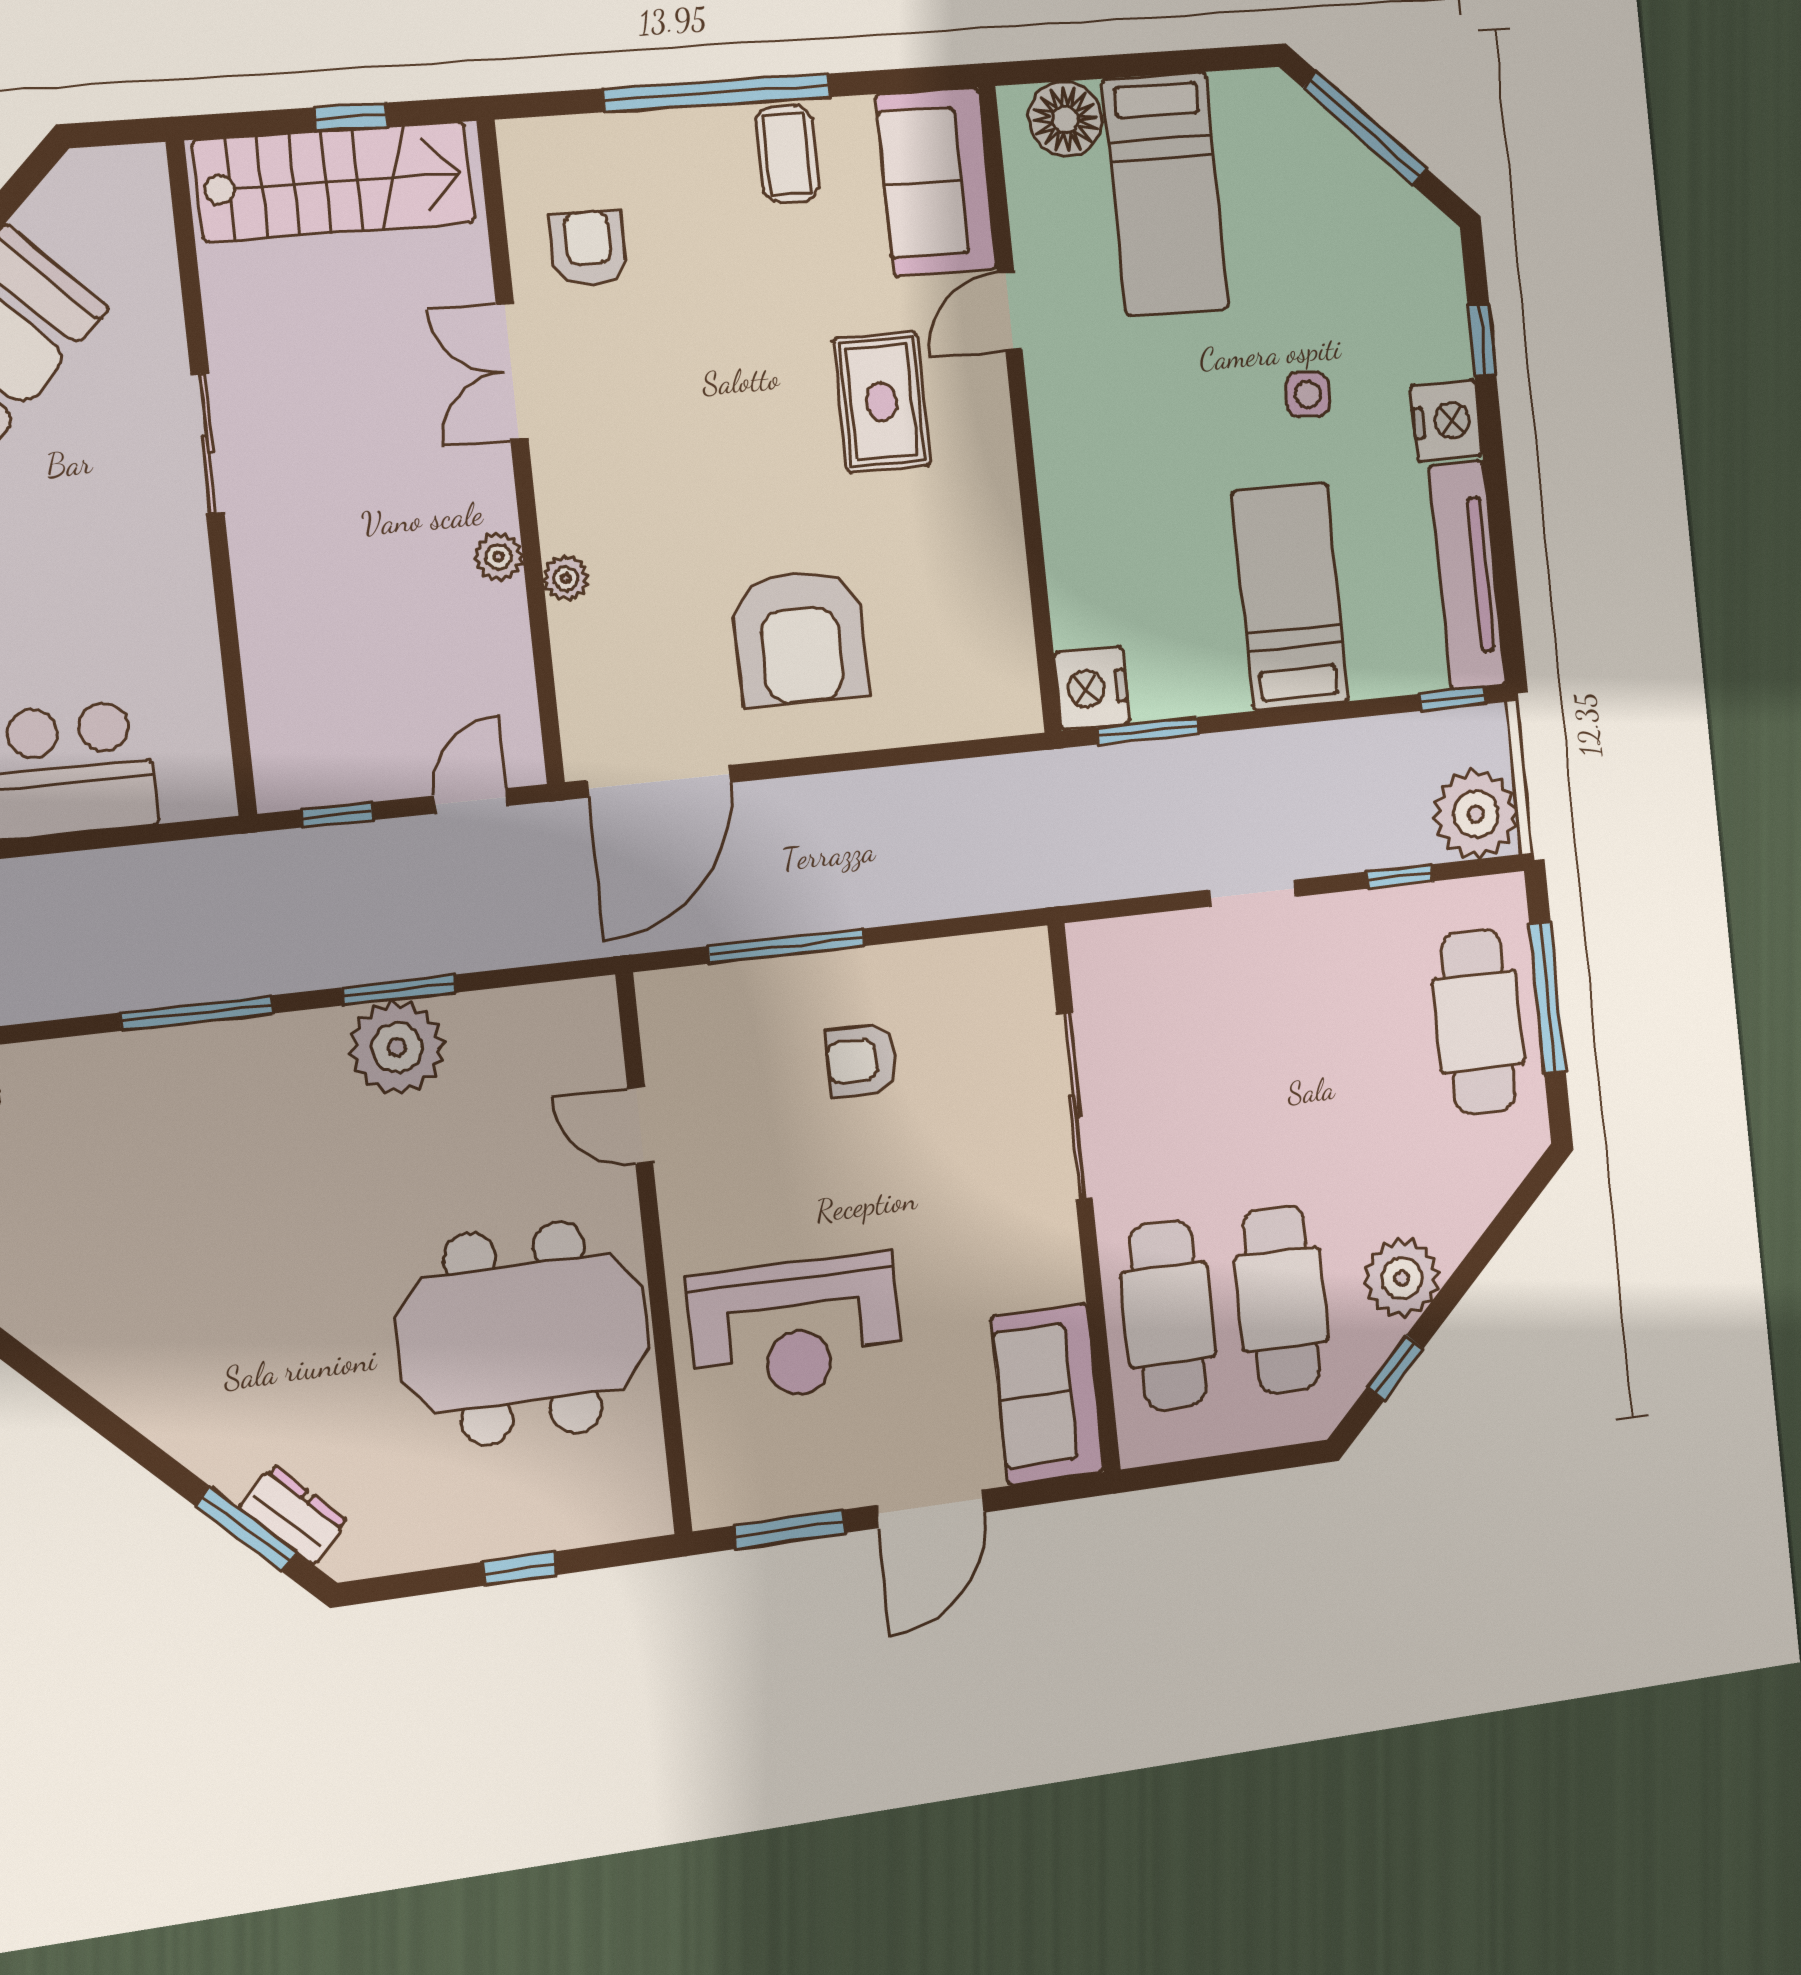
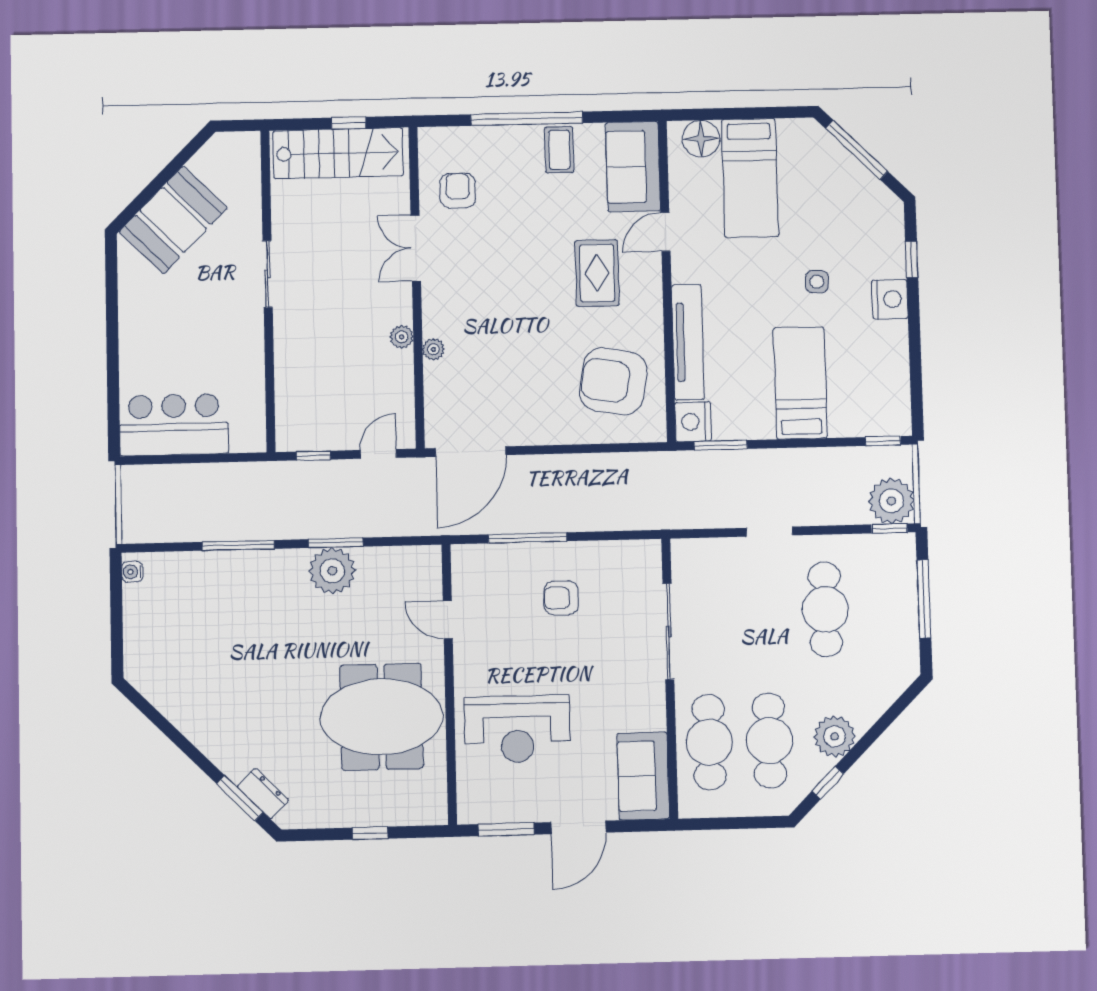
tv unit: (1467, 575) -> (688, 342), moved, turned 180
armchair: (800, 637) -> (613, 381), moved, turned 100
window: (1399, 876) -> (889, 528), moved
cafe table: (1478, 1022) -> (825, 609), moved

